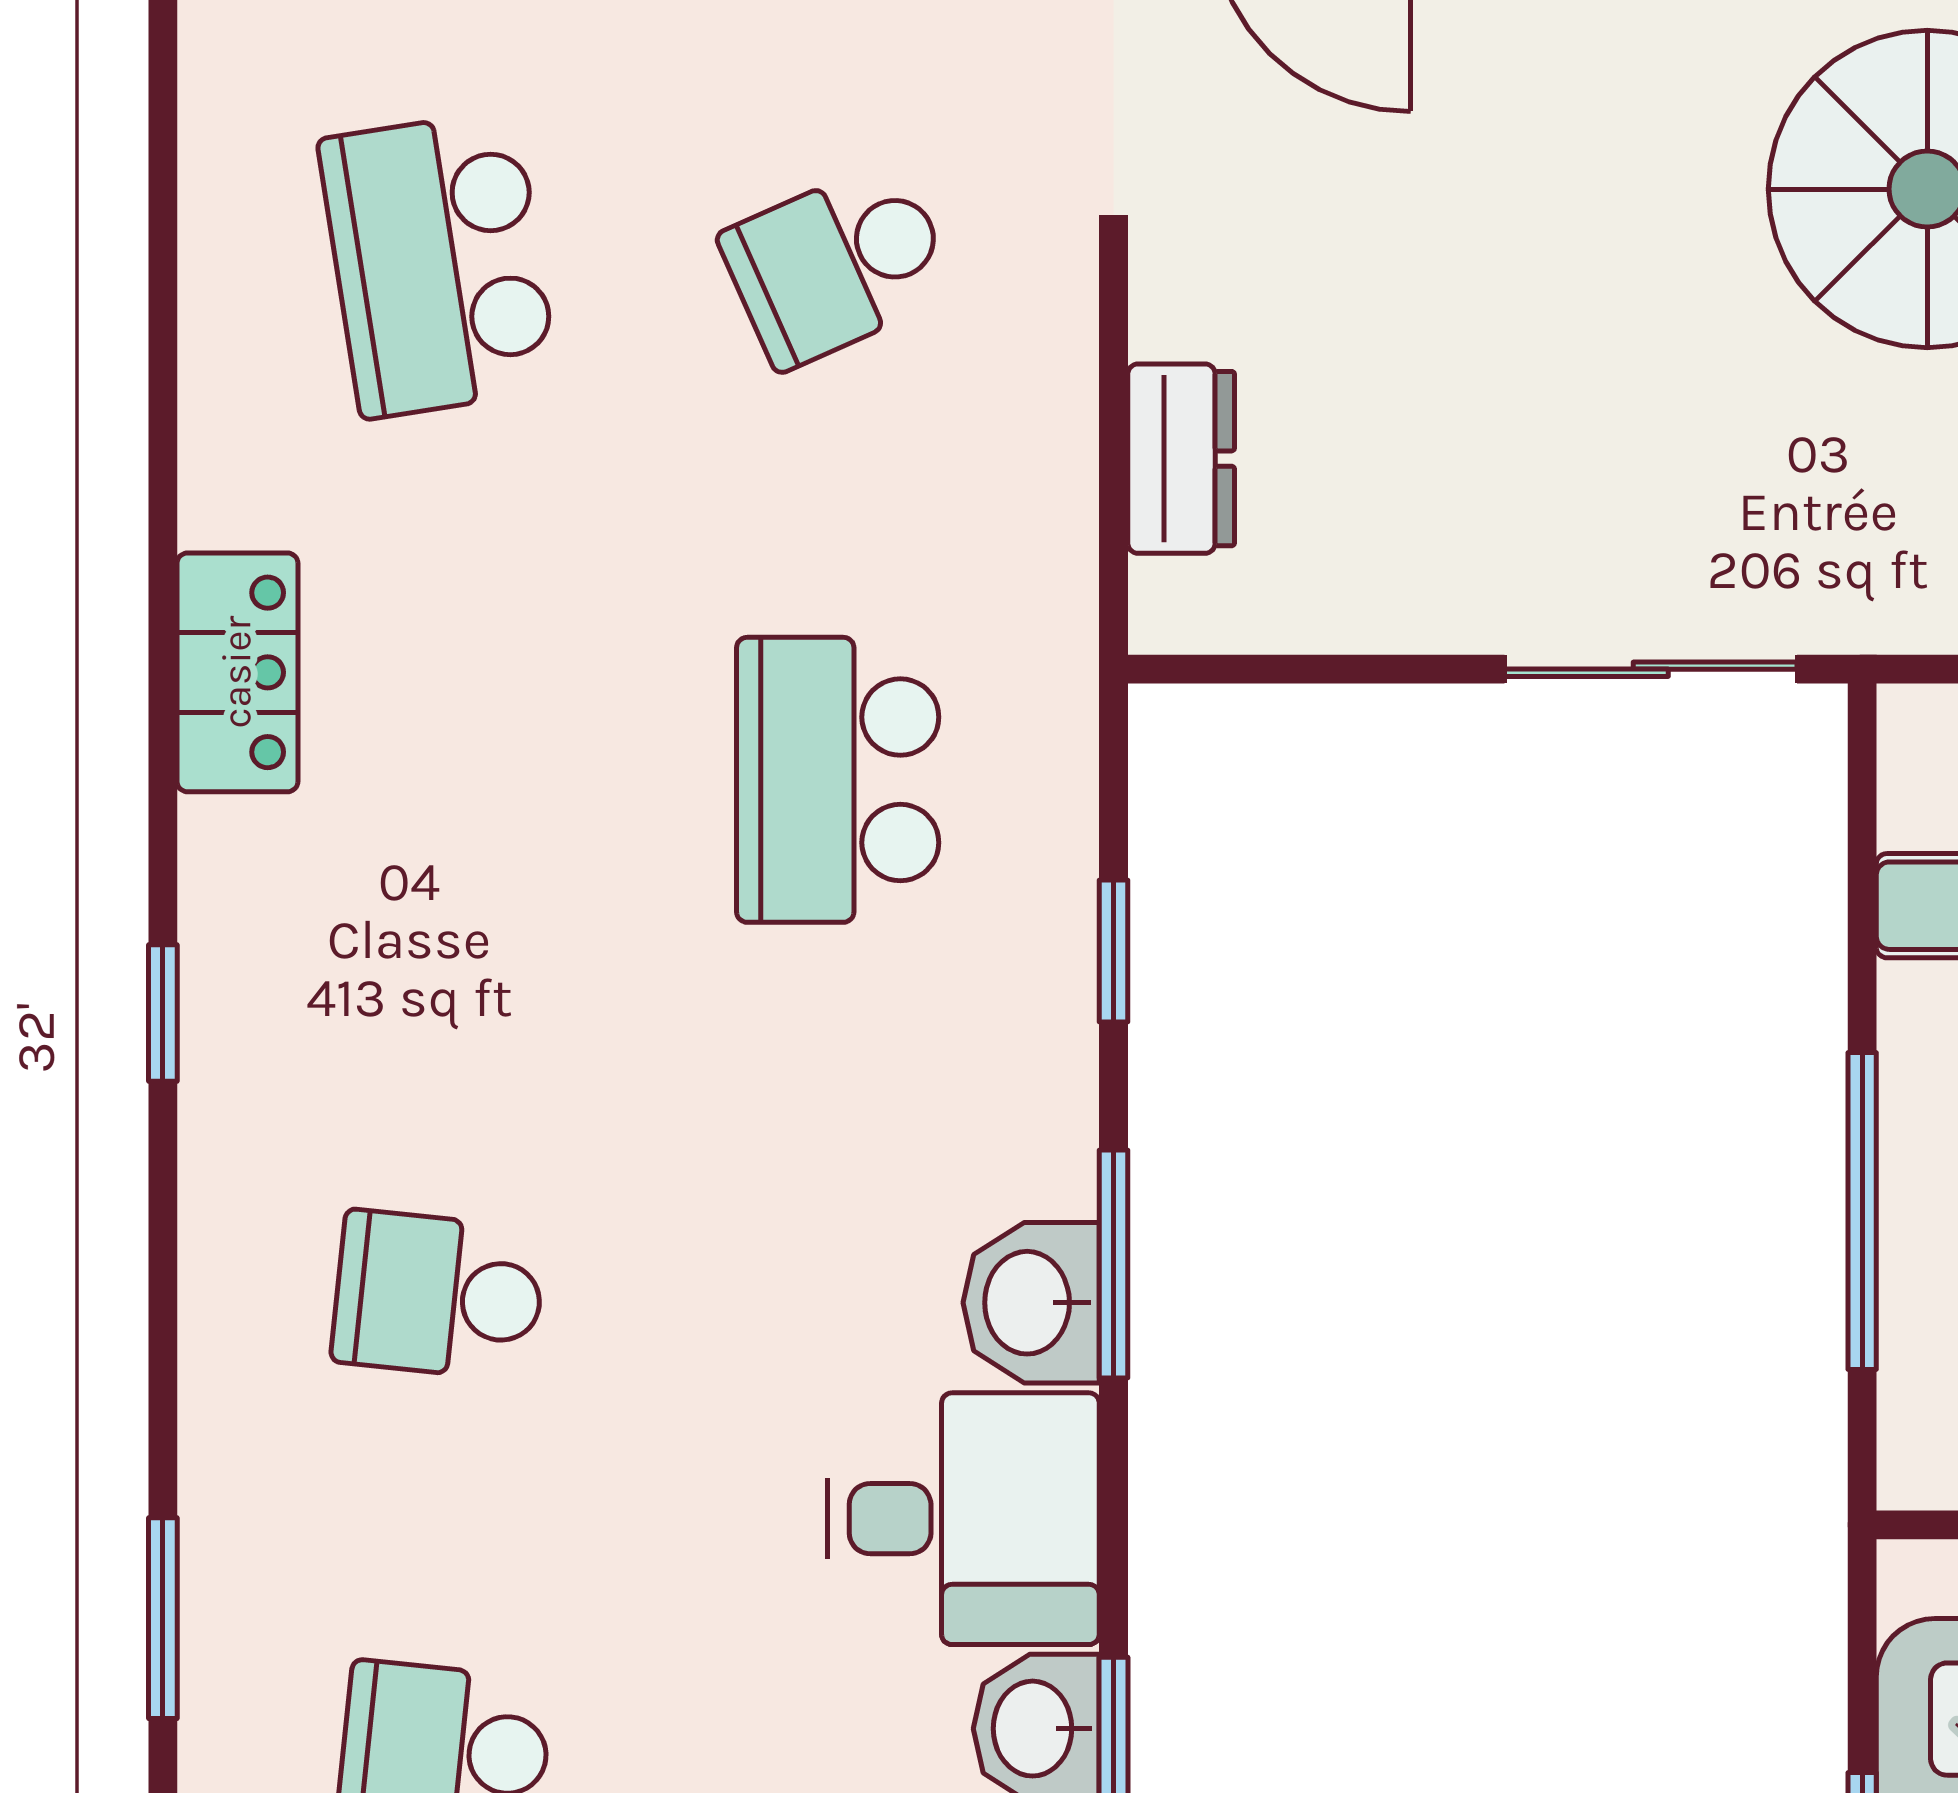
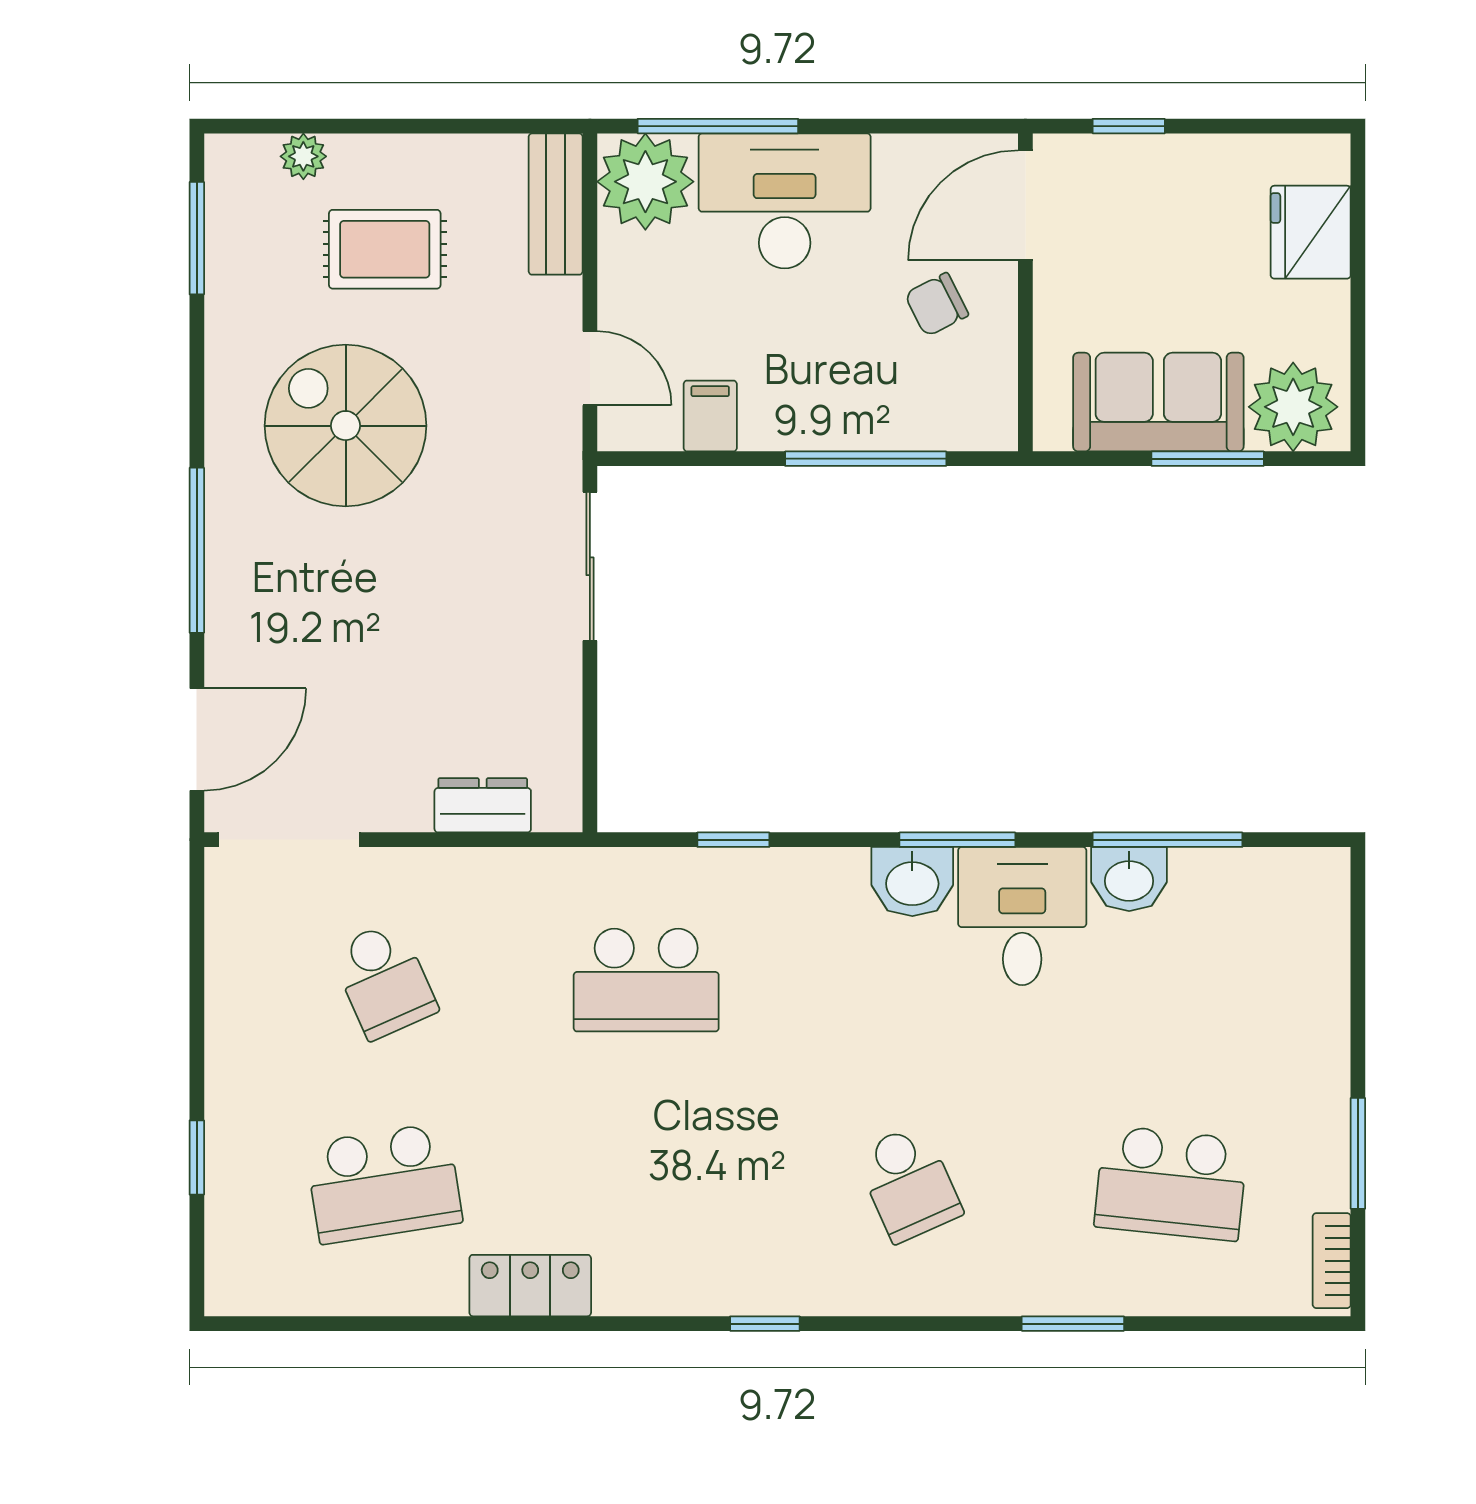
locker: (237, 672) -> (530, 1286), moved
window: (1113, 1264) -> (957, 840), moved
school desk: (439, 1295) -> (909, 1183), turned -30

